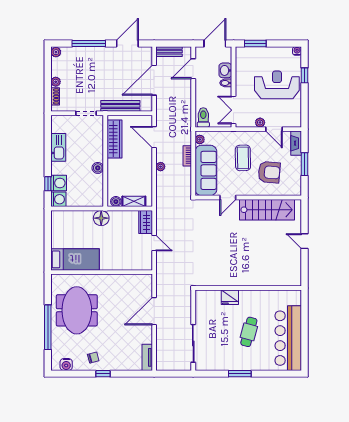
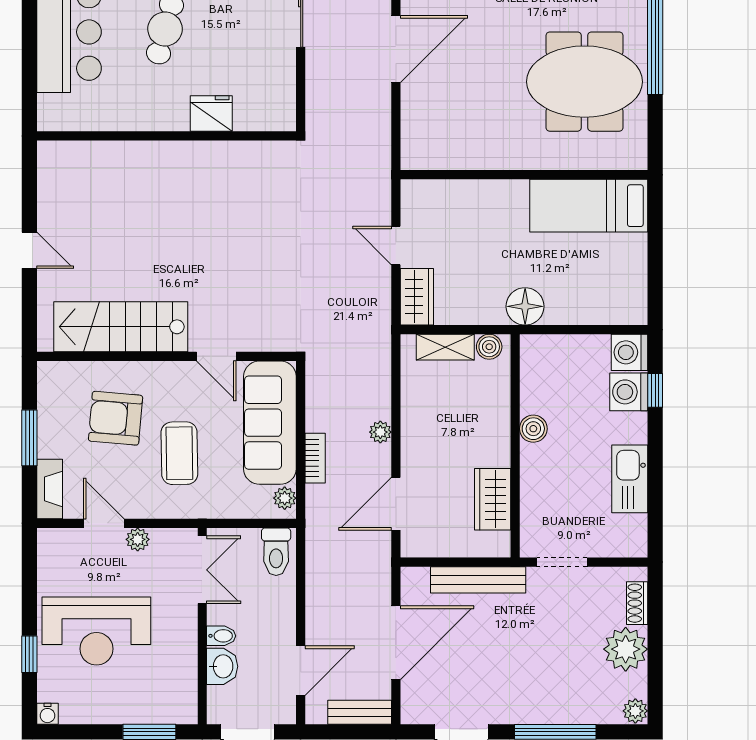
plant: (56, 82) -> (626, 649), width x1.88, depth x1.88
door: (154, 137) -> (396, 504), swing flipped
wardrobe: (114, 139) -> (493, 499), width x0.67
door: (228, 198) -> (216, 356), swing flipped
meeting table: (77, 310) -> (585, 82), turned 90
door: (154, 311) -> (396, 49), moved

